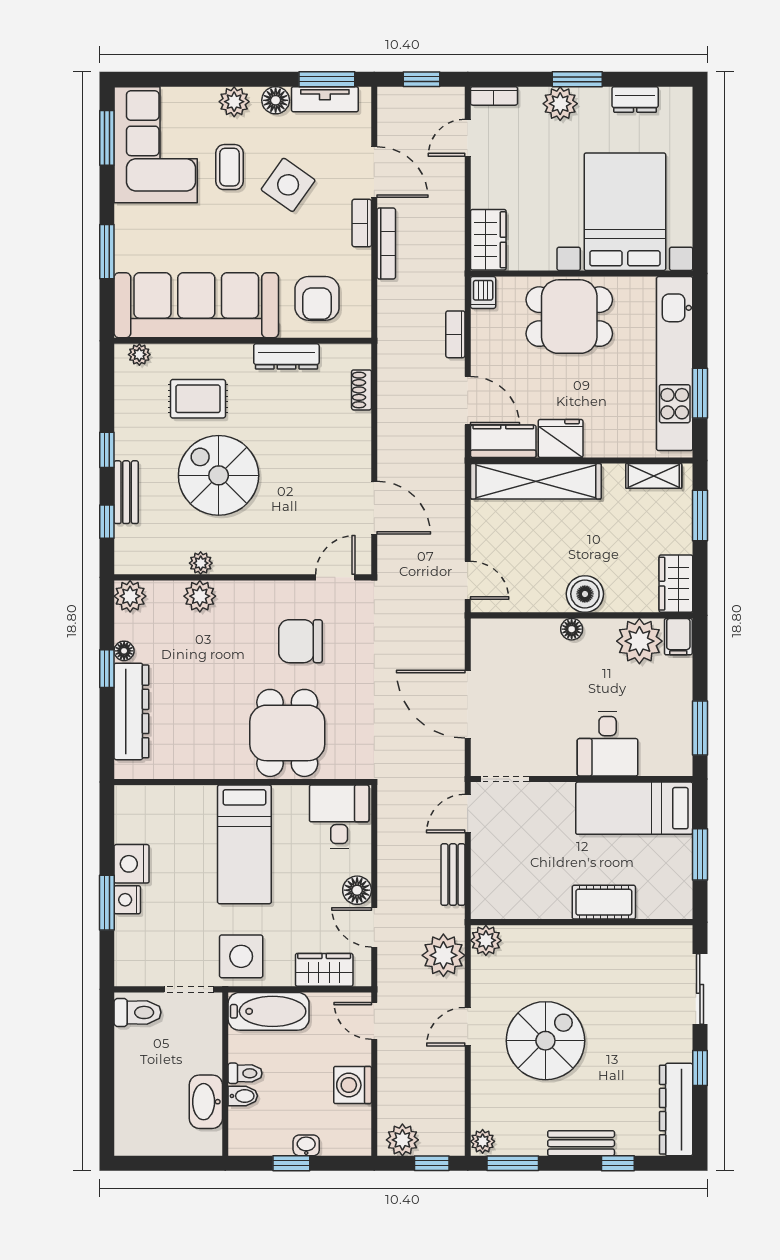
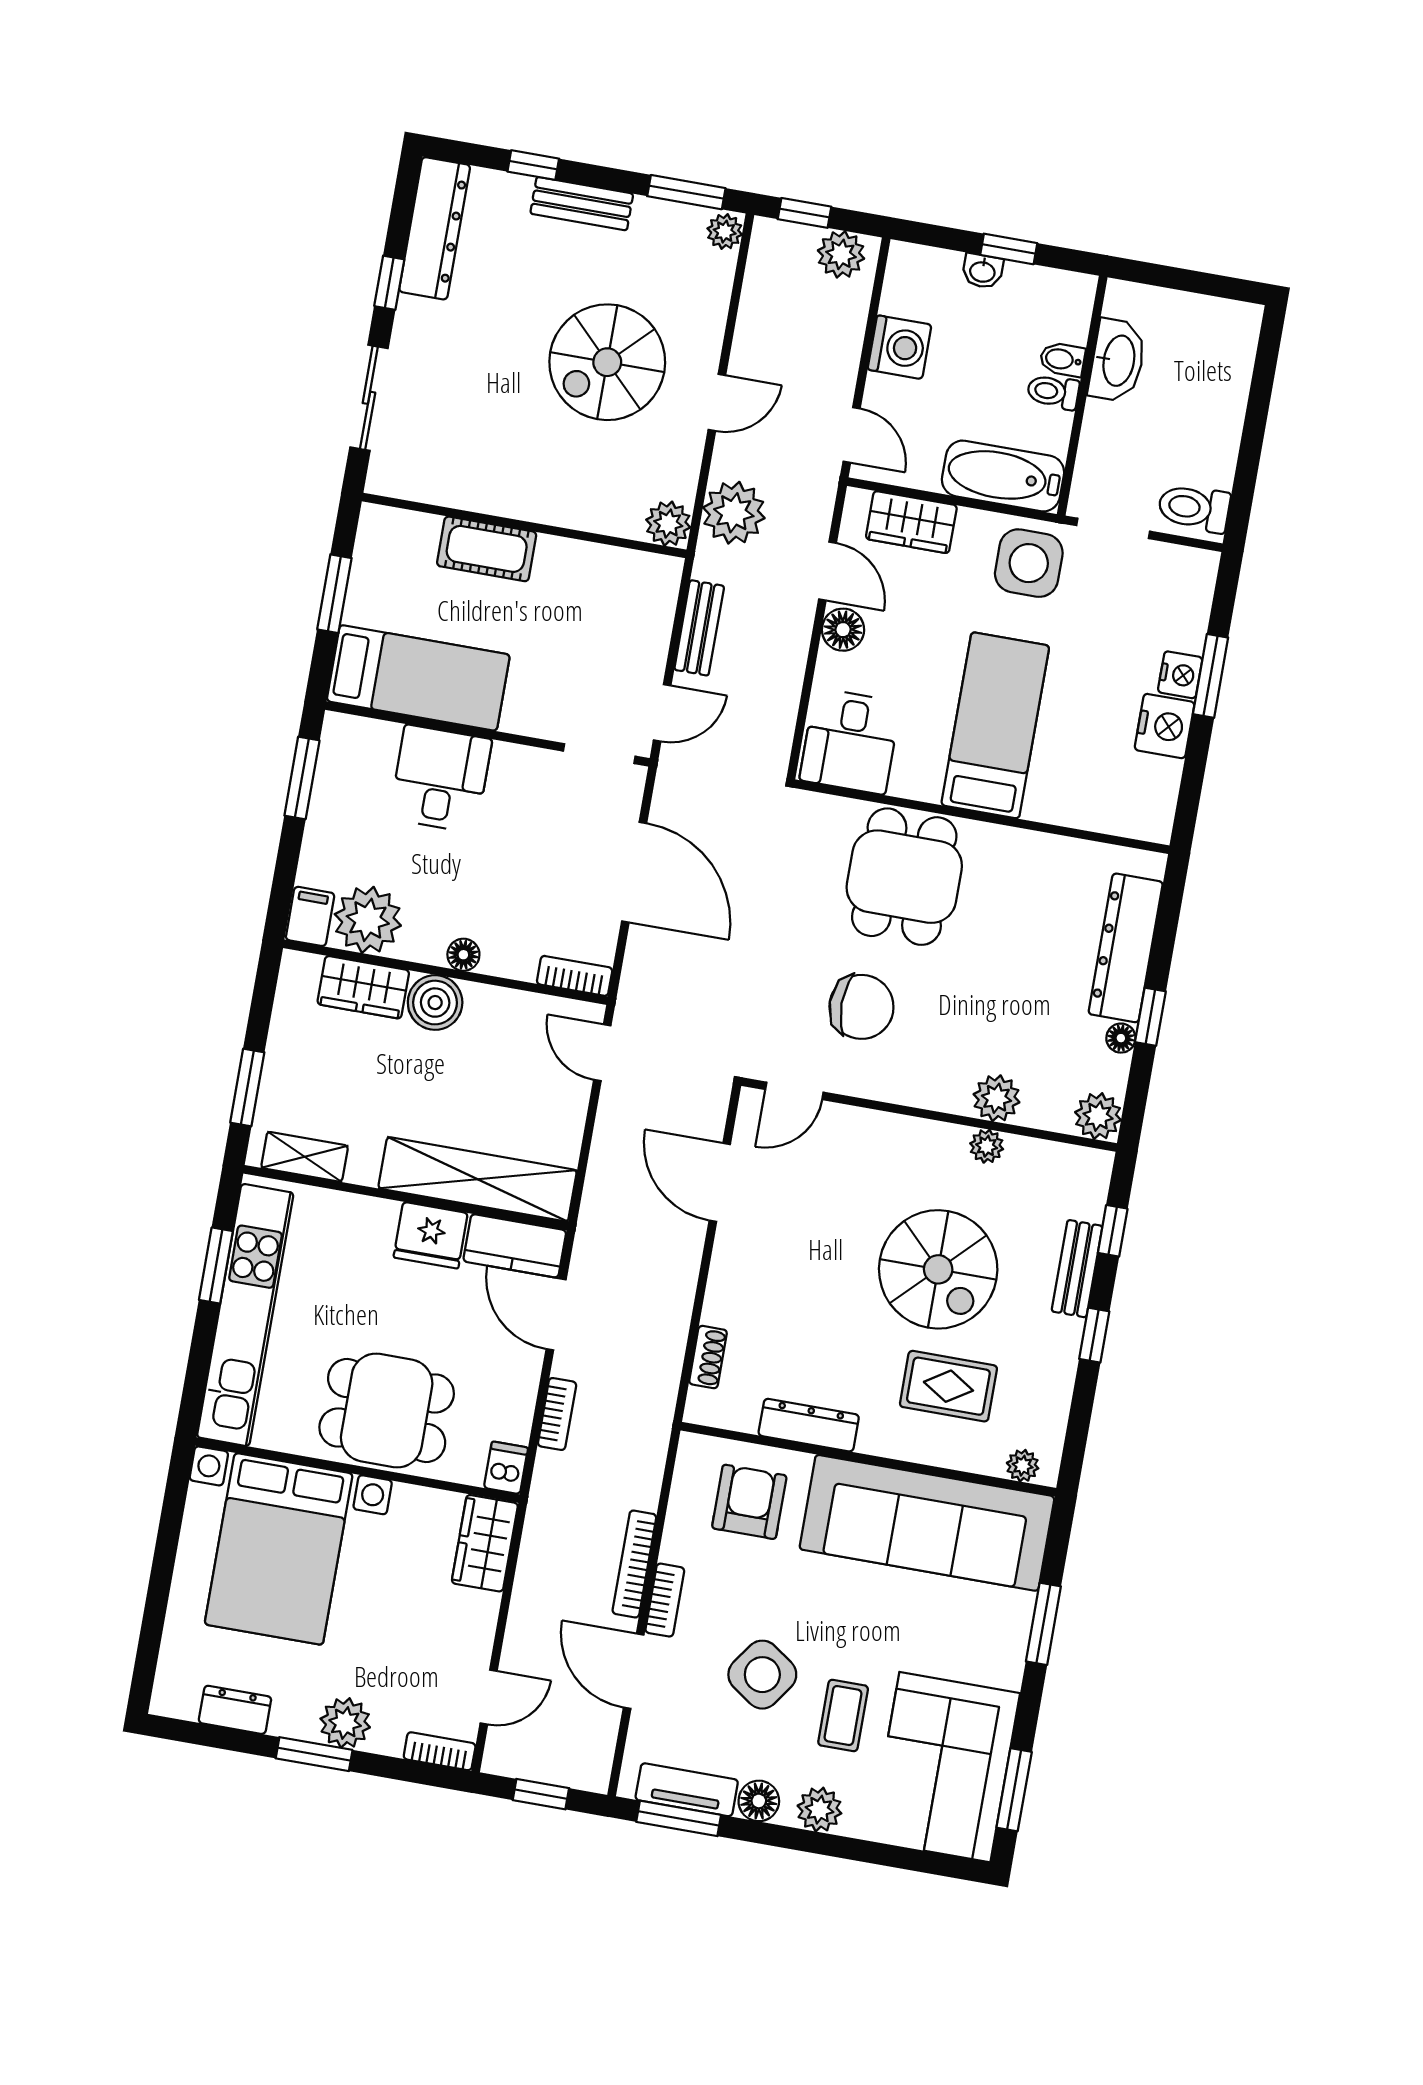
wardrobe: (676, 584) -> (363, 987), moved, turned 90
bookcase: (495, 628) -> (575, 976), added

